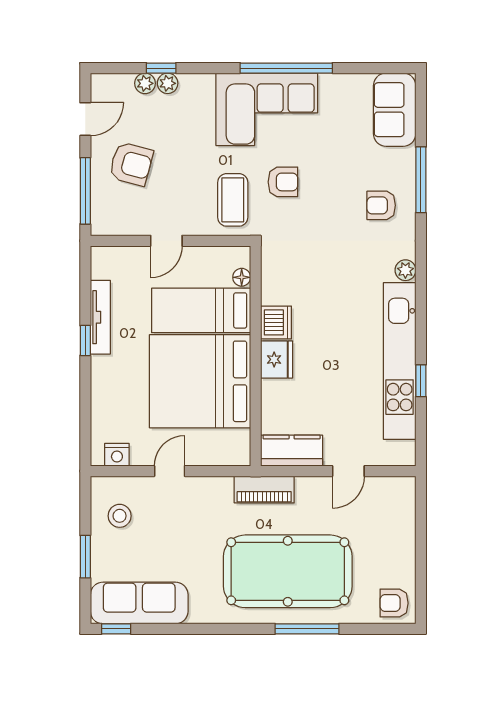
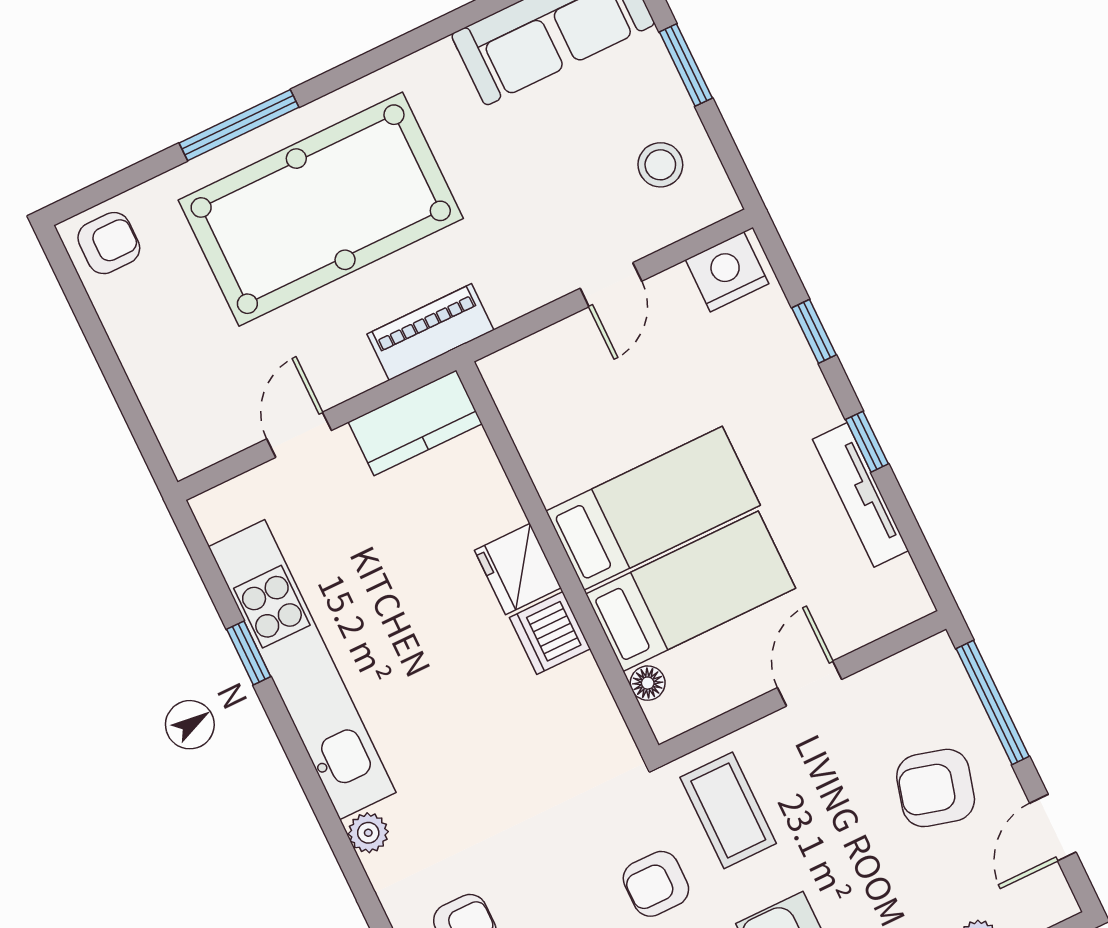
bed: (200, 381) -> (653, 508), width x0.49
window: (85, 404) -> (814, 331), added
nightstand: (117, 455) -> (727, 272), width x1.36, depth x1.33

